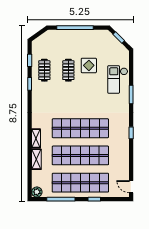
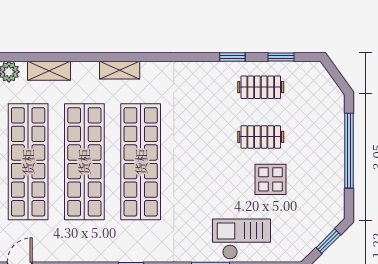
shelving: (36, 159) -> (49, 71), moved

